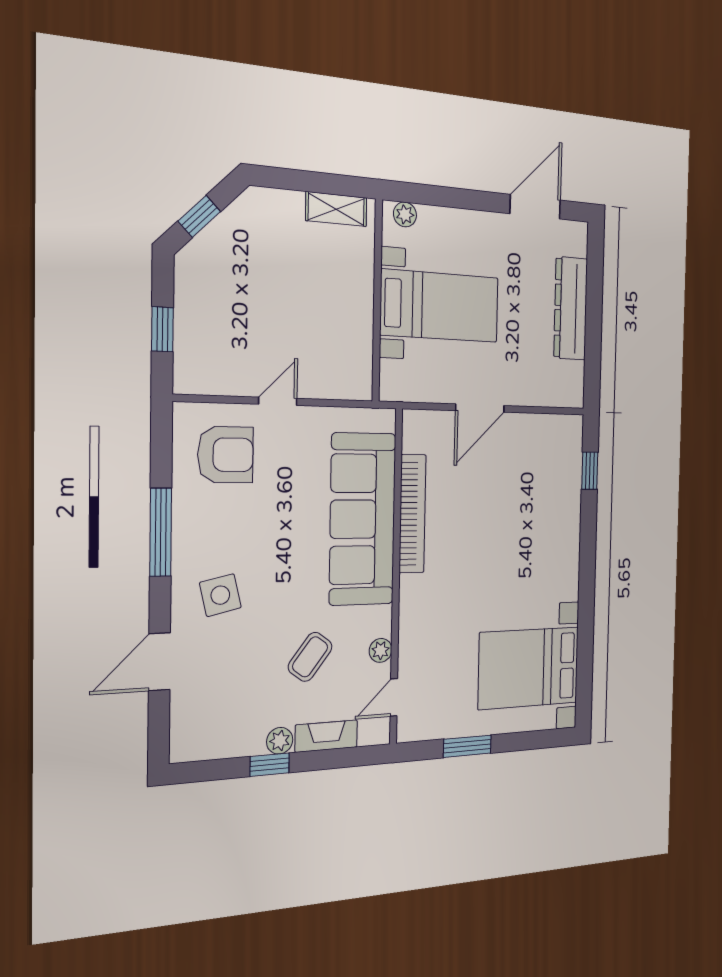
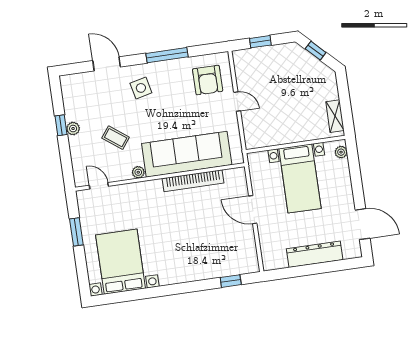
plant: (381, 650) -> (138, 172), moved
fireplace: (326, 736) -> (77, 152), removed

